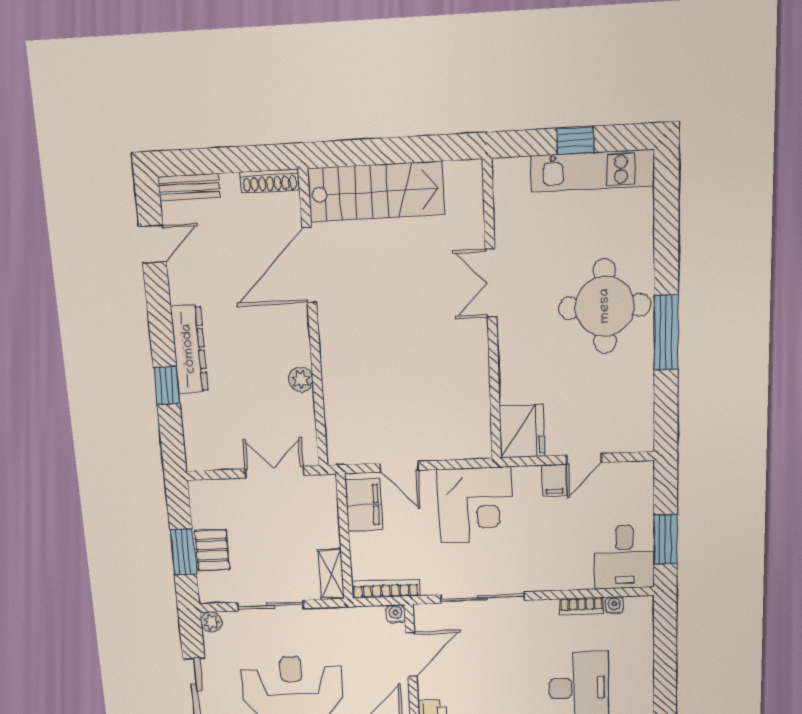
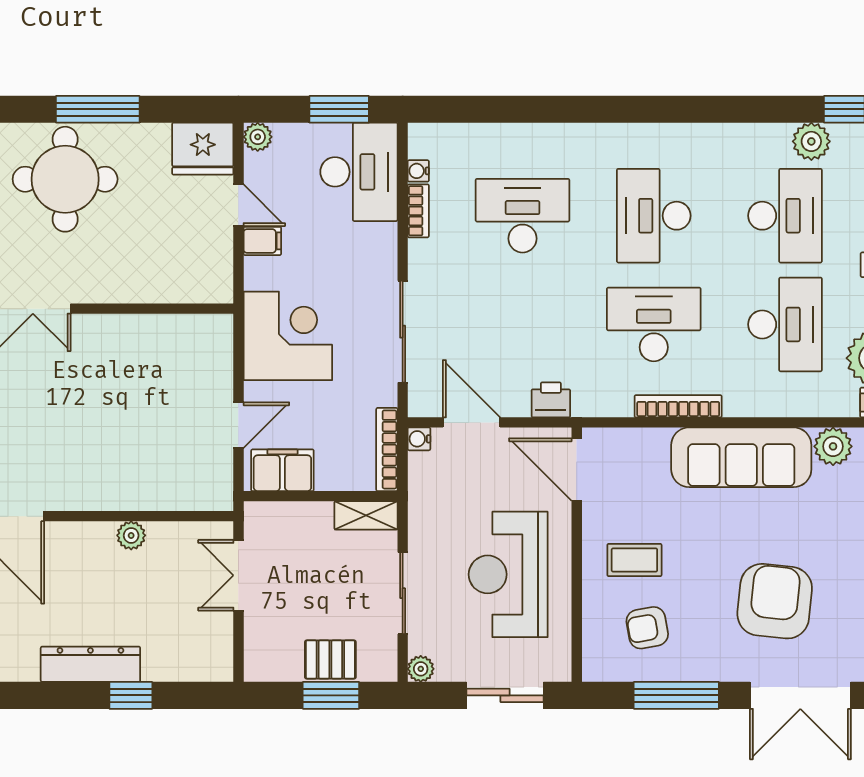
fridge: (522, 431) -> (203, 149), moved, turned 180
plant: (642, 472) -> (258, 137), added
desk: (624, 557) -> (359, 172), width x1.37

